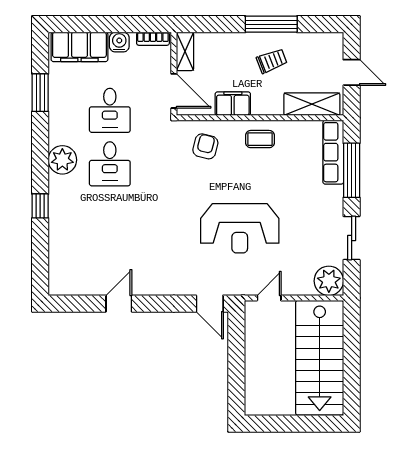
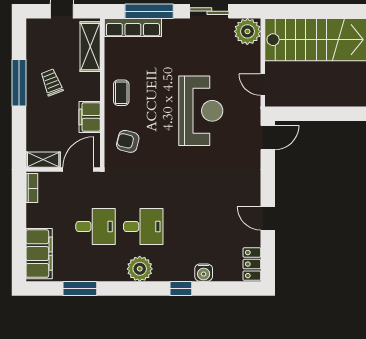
water cooler: (119, 42) -> (204, 273), moved, turned -90
locker: (68, 286) -> (252, 264), added

